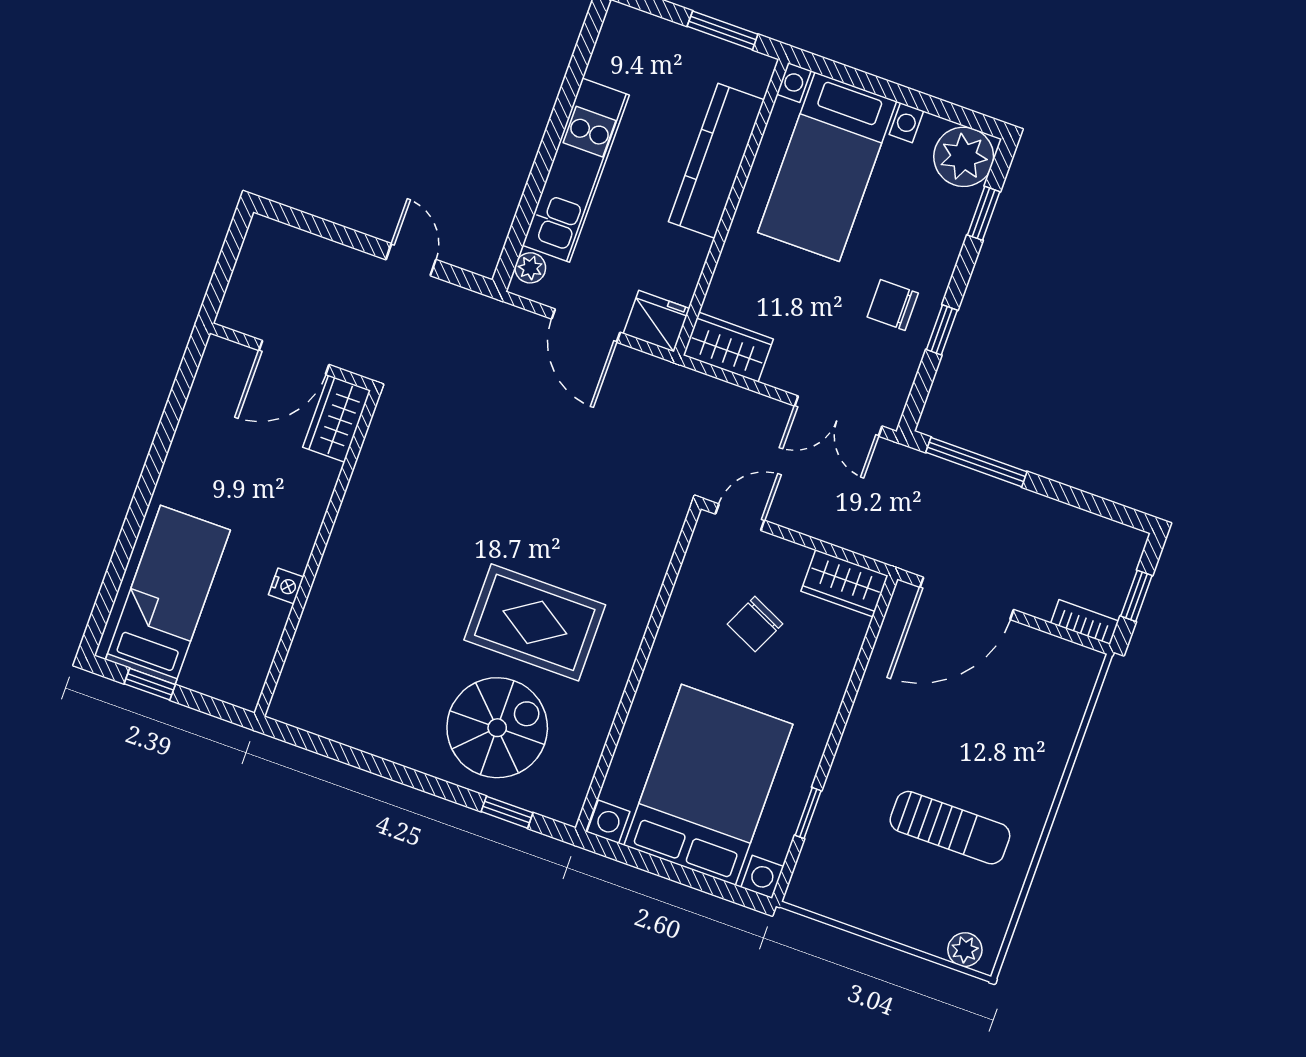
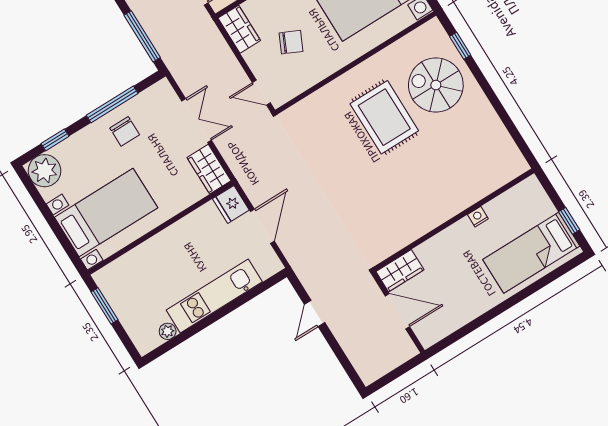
kitchen counter: (716, 161) -> (151, 252), removed
plant: (530, 268) -> (168, 331), moved
window: (942, 330) -> (112, 104), width x2.17
double door: (838, 416) -> (197, 121), moved

